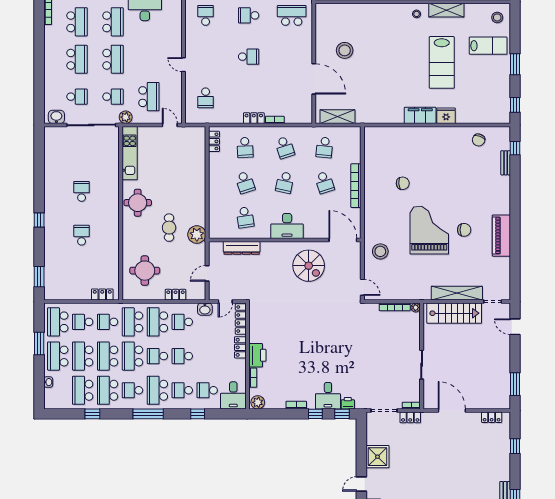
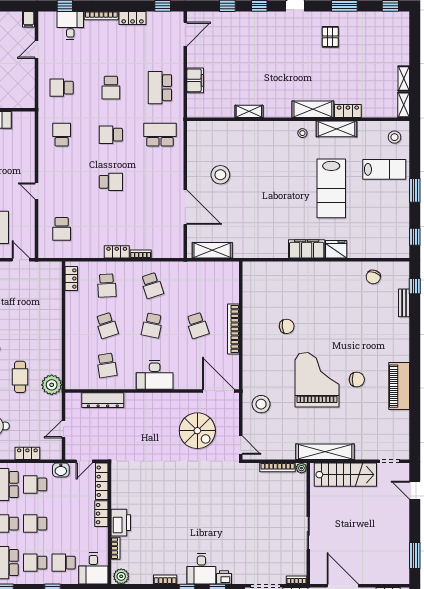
school desk: (324, 147) -> (197, 286), removed
spiral stairs: (309, 266) -> (197, 431), moved
shelving: (457, 293) -> (325, 452), moved

